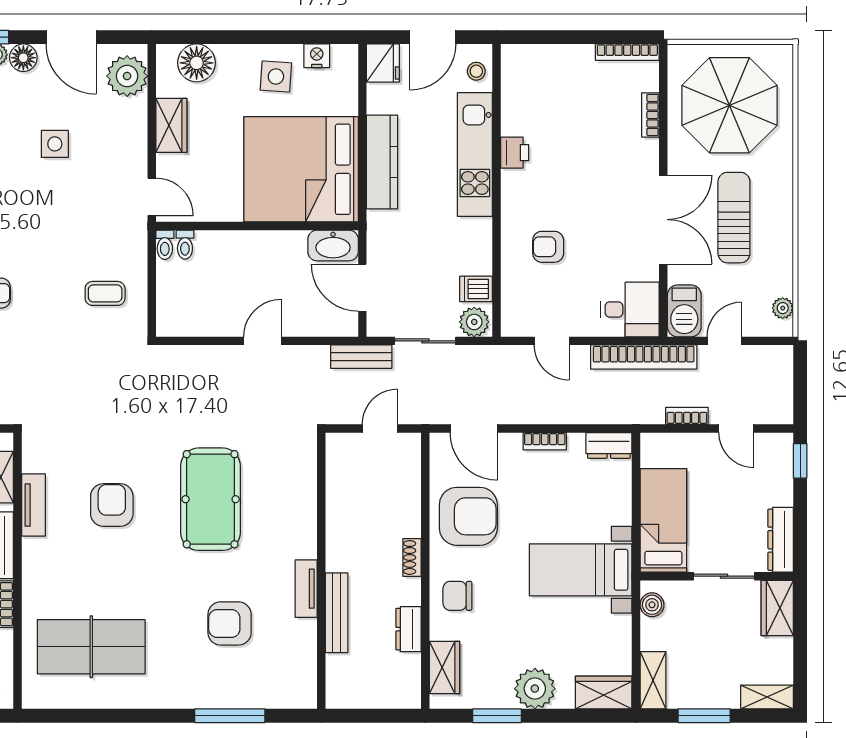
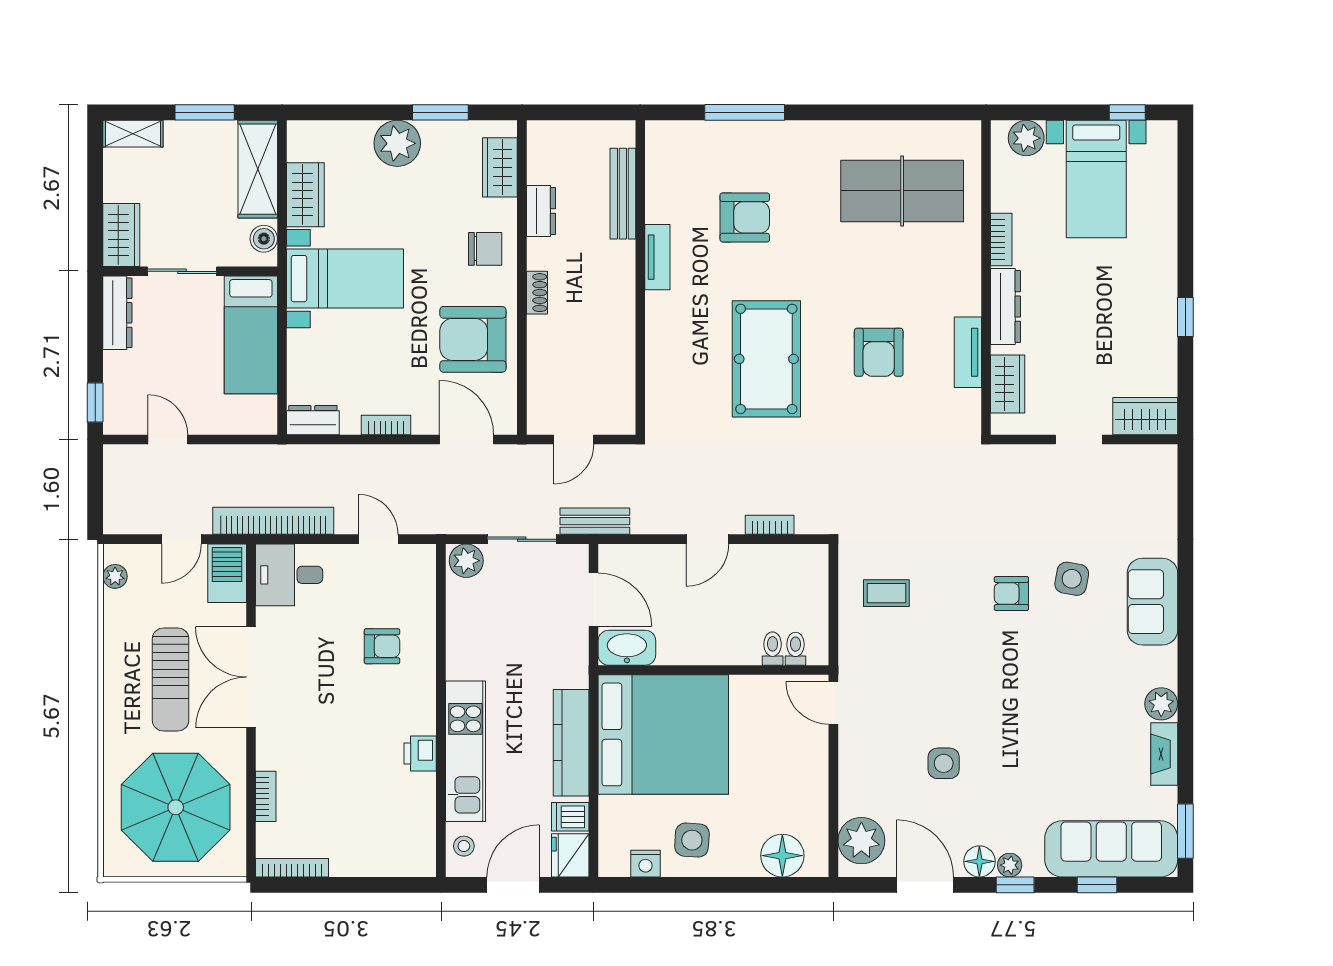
wardrobe: (171, 125) -> (811, 784), removed
toilet: (165, 245) -> (773, 649), moved
dishwasher: (476, 289) -> (570, 817), moved, turned 180
bookcase: (687, 416) -> (770, 525), moved, turned 180
bench: (337, 613) -> (623, 194), moved
shelving: (653, 680) -> (258, 169), width x1.50, depth x1.33
wardrobe: (604, 693) -> (305, 195), moved, turned -90

